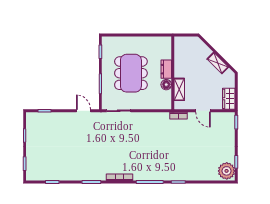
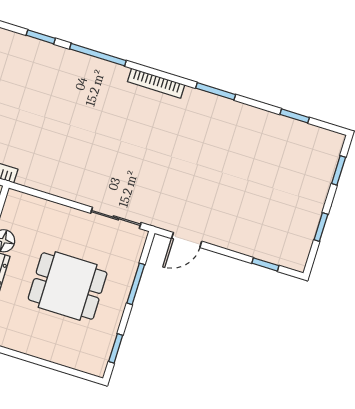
dining table: (131, 73) -> (68, 286), width x0.73
door: (84, 111) -> (187, 240), hinge flipped

